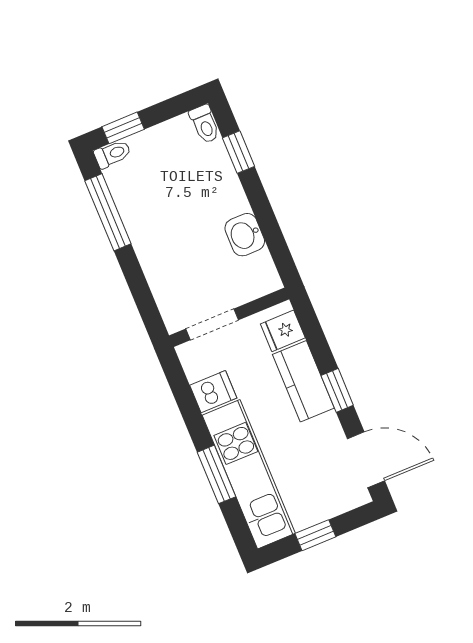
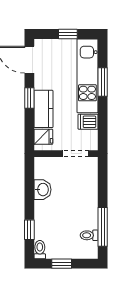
window: (123, 128) -> (62, 264), moved
toilet: (113, 154) -> (89, 235), moved

